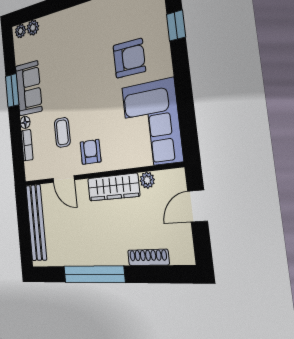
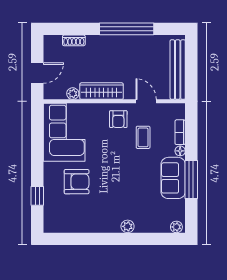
plant: (33, 28) -> (128, 226), moved
armchair: (129, 58) -> (77, 182), turned 180
window: (12, 90) -> (191, 180), width x1.44
shoe rack: (148, 257) -> (74, 40), width x0.70

